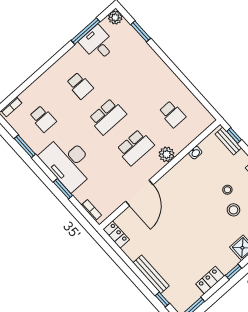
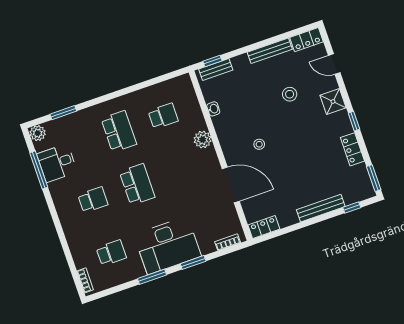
window: (25, 146) -> (152, 277), moved
school desk: (135, 147) -> (119, 131), moved
stool: (227, 190) -> (259, 144), moved

